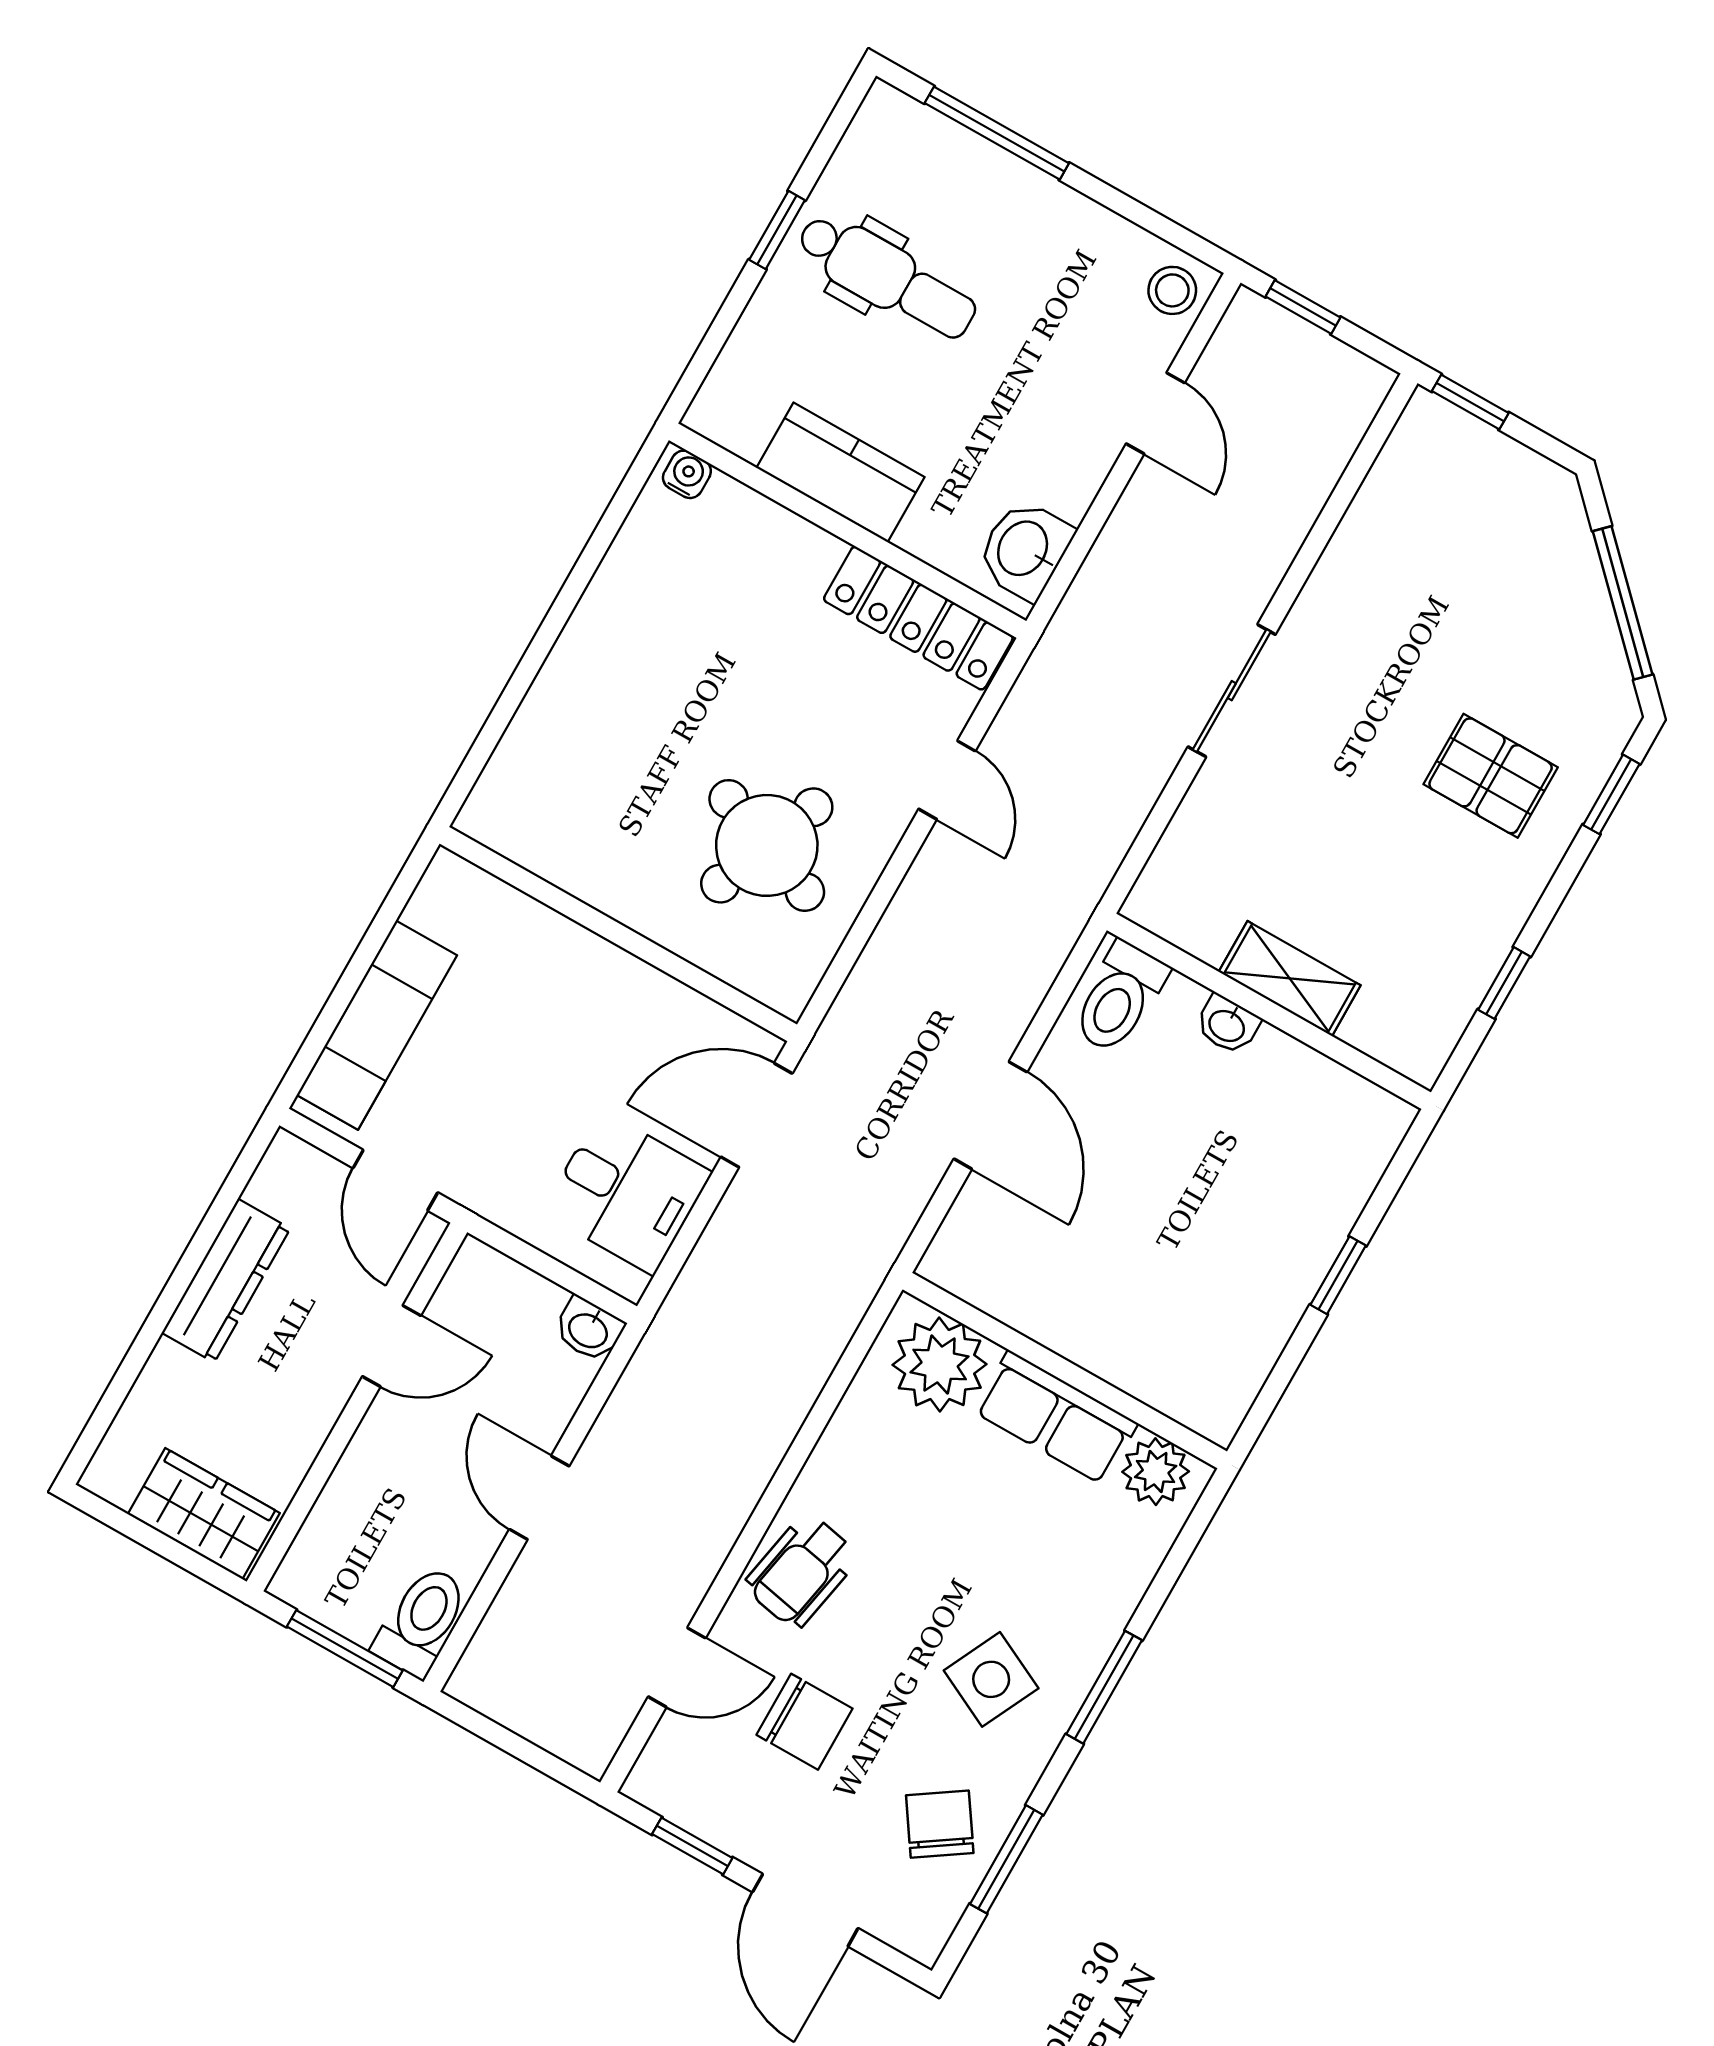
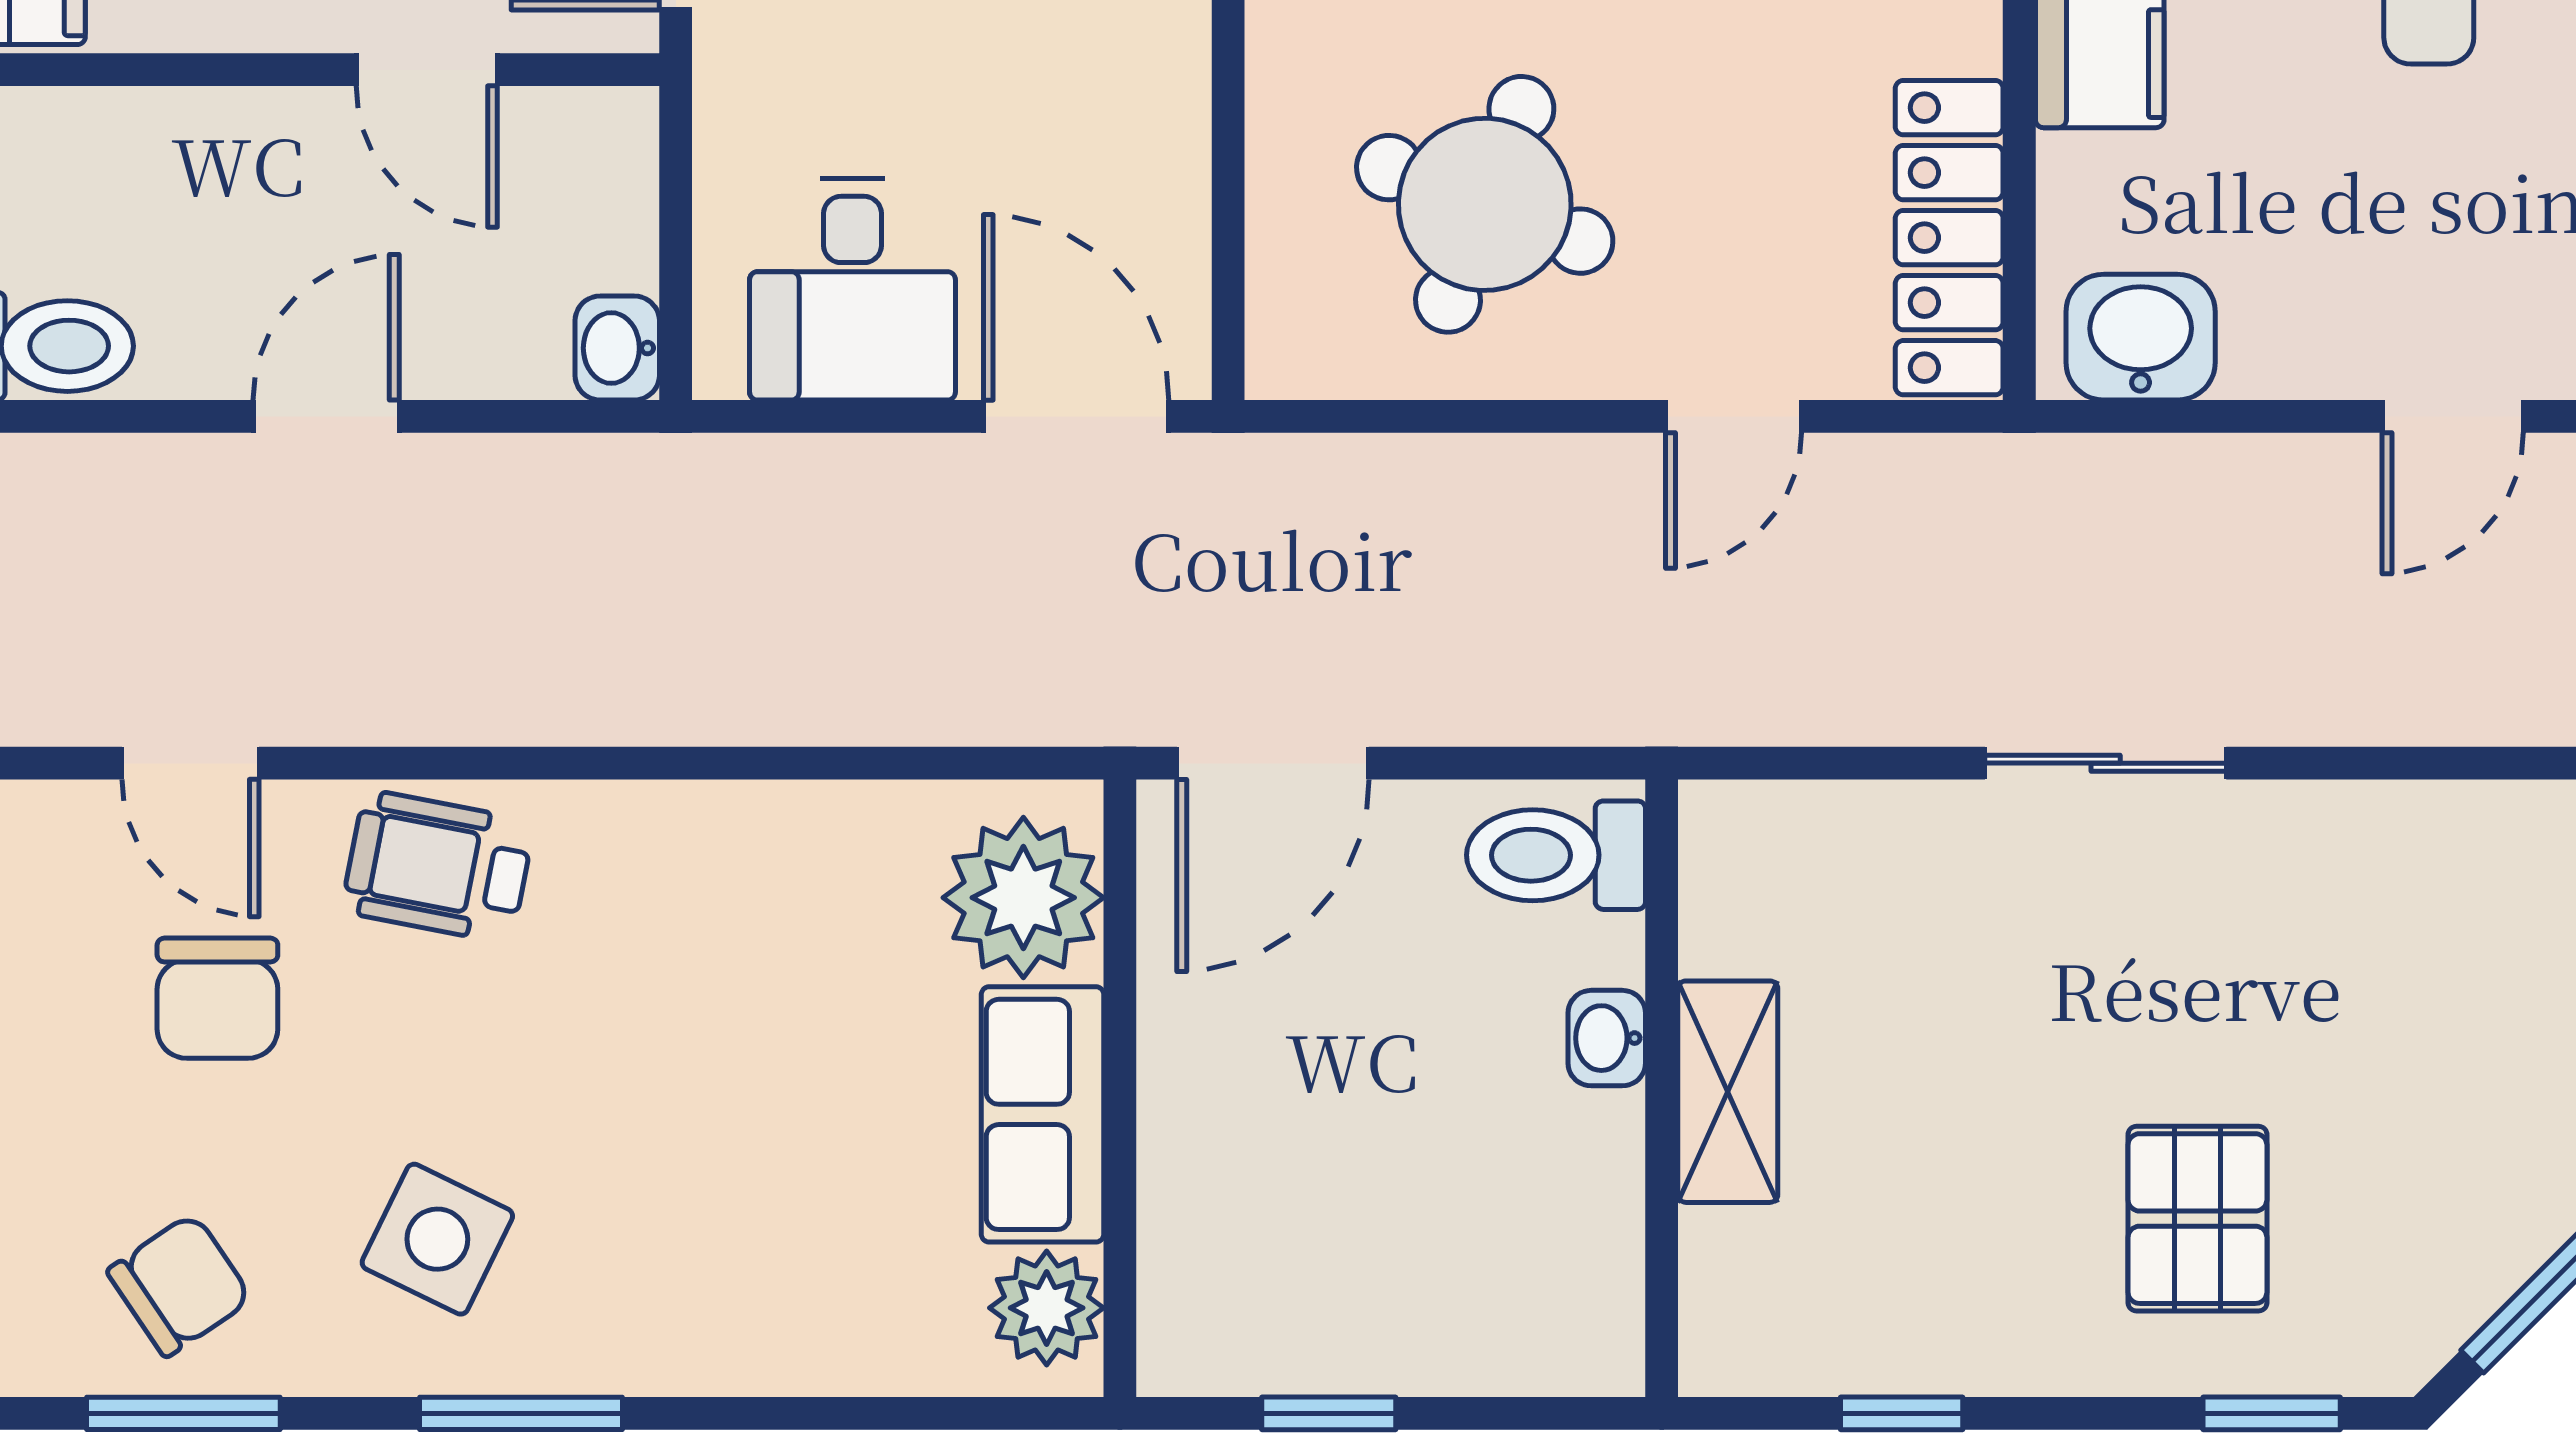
plant: (940, 1364) -> (1023, 898), moved
wall: (1065, 1370) -> (1120, 1088), moved
row of seats: (1056, 1418) -> (1043, 1114), moved
plant: (1156, 1472) -> (1047, 1308), moved

